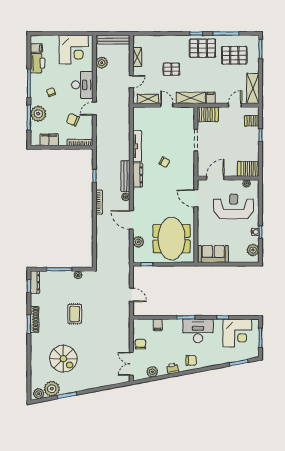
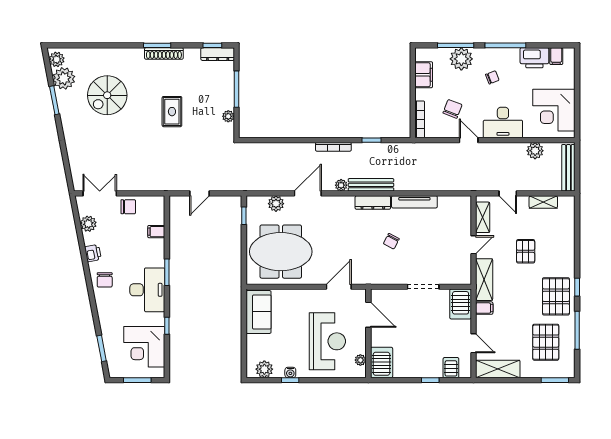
rug: (75, 314) -> (172, 112), turned 90

